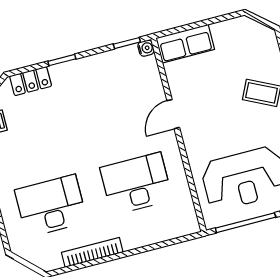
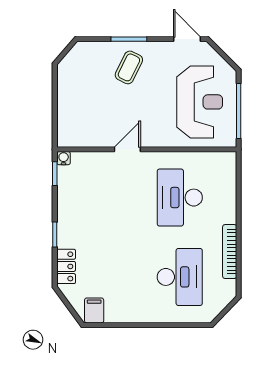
row of seats: (185, 44) -> (69, 123), removed
door: (173, 114) -> (127, 149), swing flipped
desk: (51, 206) -> (180, 277), turned 180

